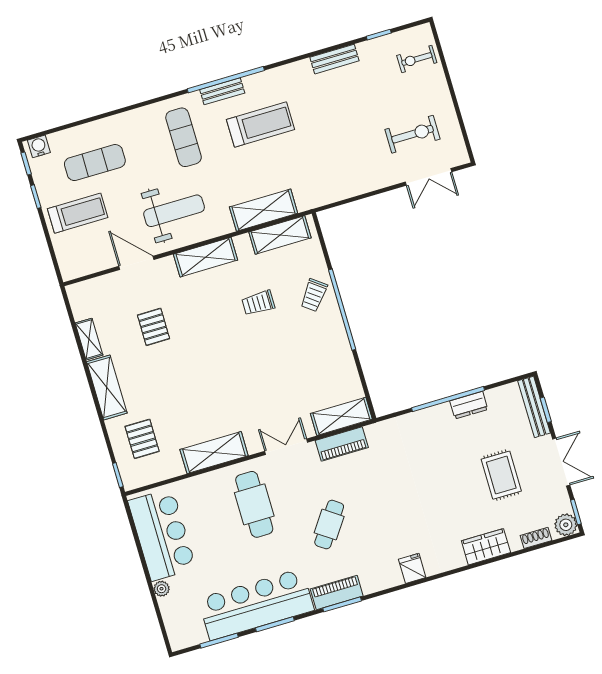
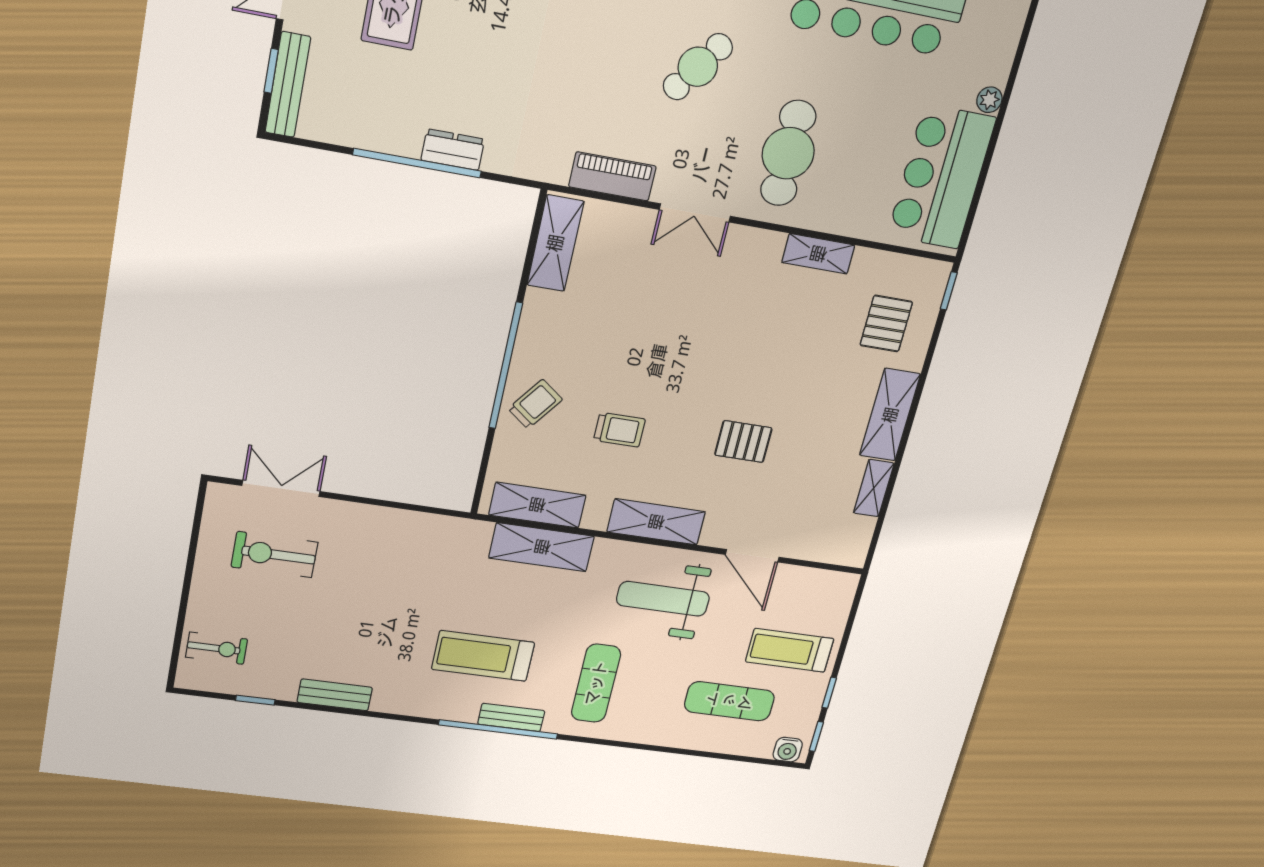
pallet: (154, 327) -> (743, 442), moved, turned 90
dresser: (469, 405) -> (453, 150), moved
shelving: (341, 416) -> (555, 243), moved, turned 90
shelving: (214, 453) -> (818, 254), width x0.67, depth x0.75

